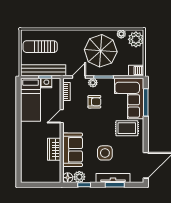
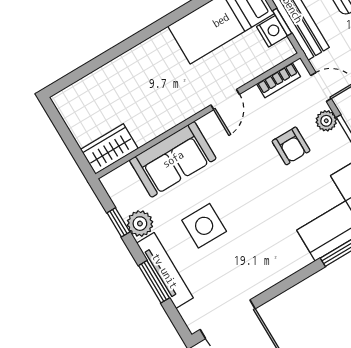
door: (62, 116) -> (225, 100), swing flipped
rug: (127, 128) -> (278, 239), removed
wardrobe: (54, 149) -> (109, 149), moved
plant: (79, 177) -> (140, 224), moved
floor lamp: (68, 178) -> (113, 182), removed

